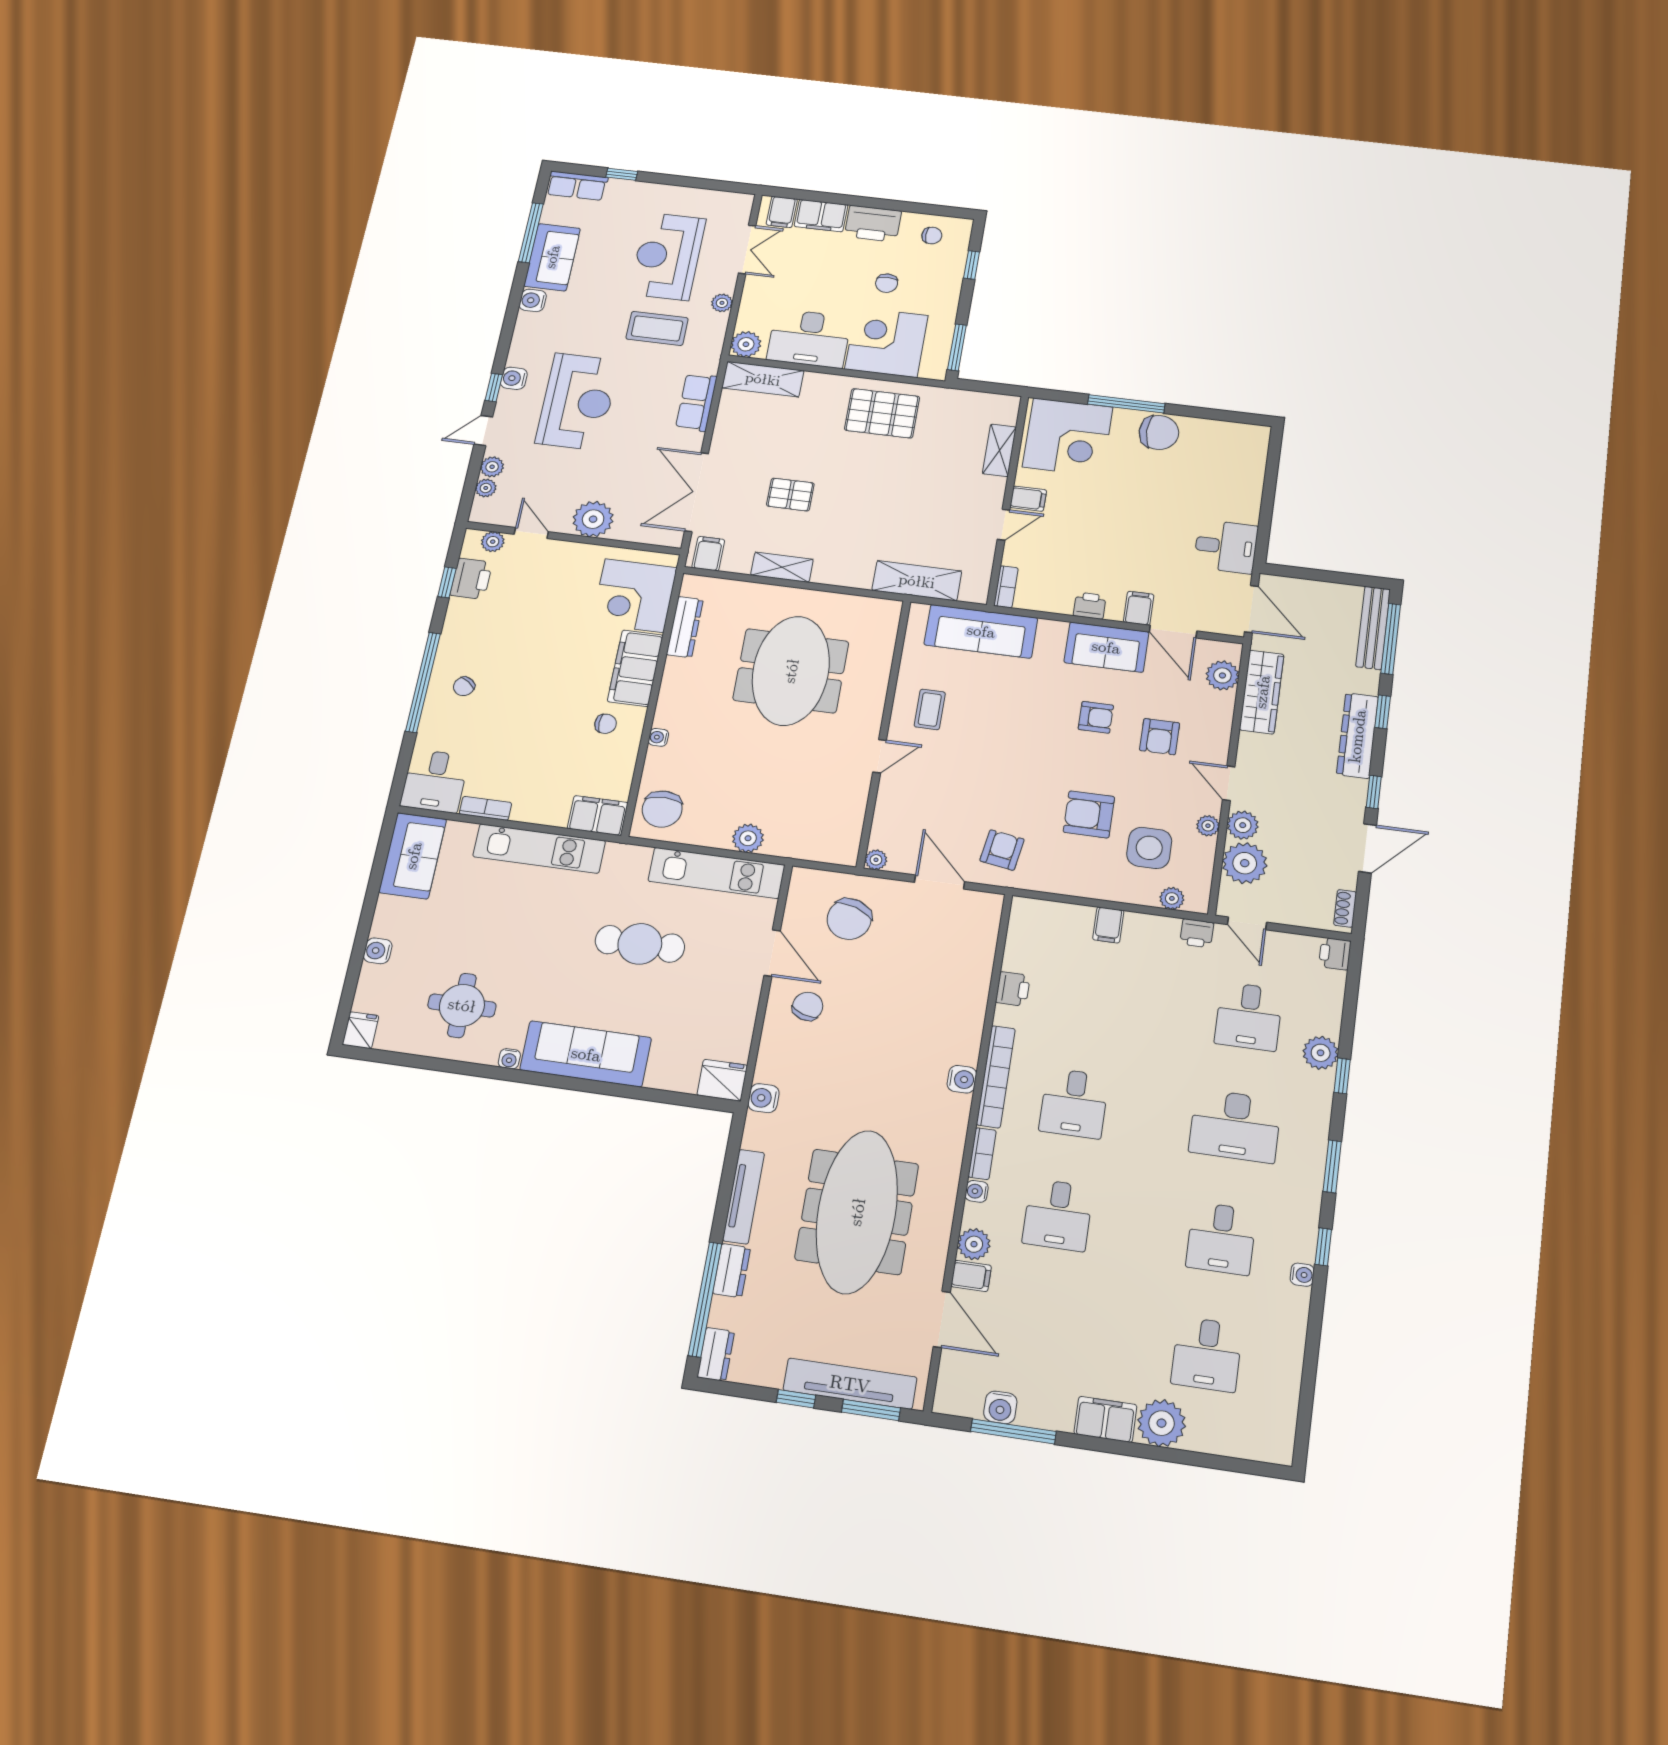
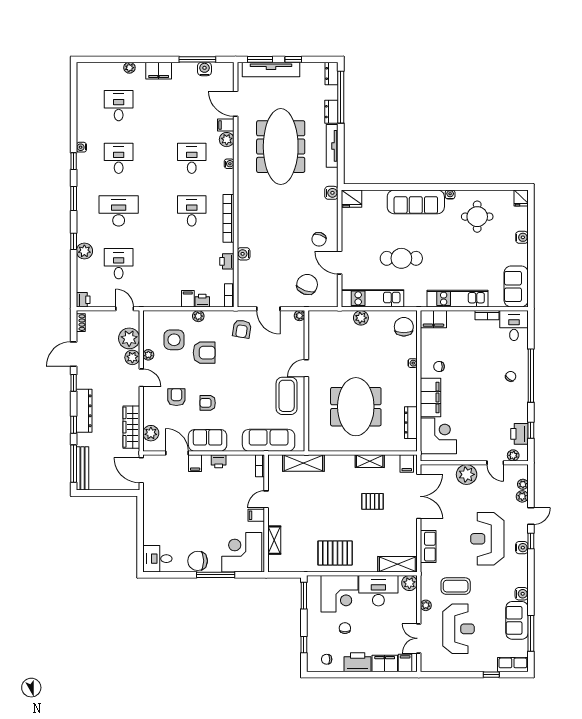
desk: (1226, 547) -> (157, 559), moved
coffee table: (930, 709) -> (287, 396), width x1.86, depth x1.72
plant: (1172, 898) -> (198, 316), moved
printer: (1197, 933) -> (202, 301), moved
water cooler: (962, 1079) -> (244, 254), moved
bookcase: (982, 1154) -> (229, 295), moved
plant: (1162, 1423) -> (129, 68), width x0.53, depth x0.53

